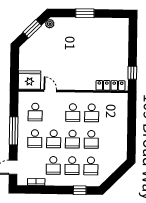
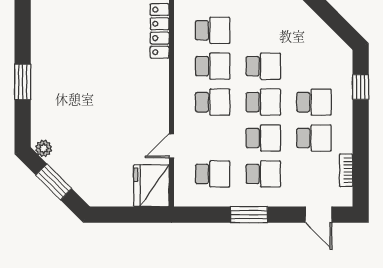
window: (14, 131) -> (249, 215), width x0.69
school desk: (91, 166) -> (213, 30), moved

